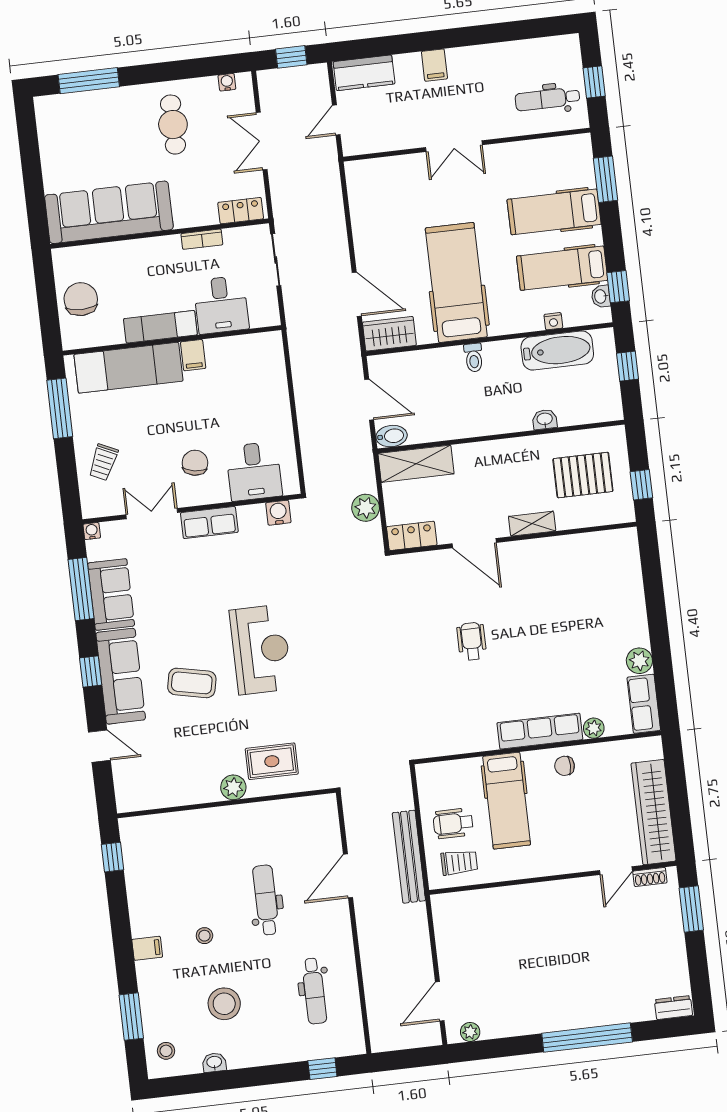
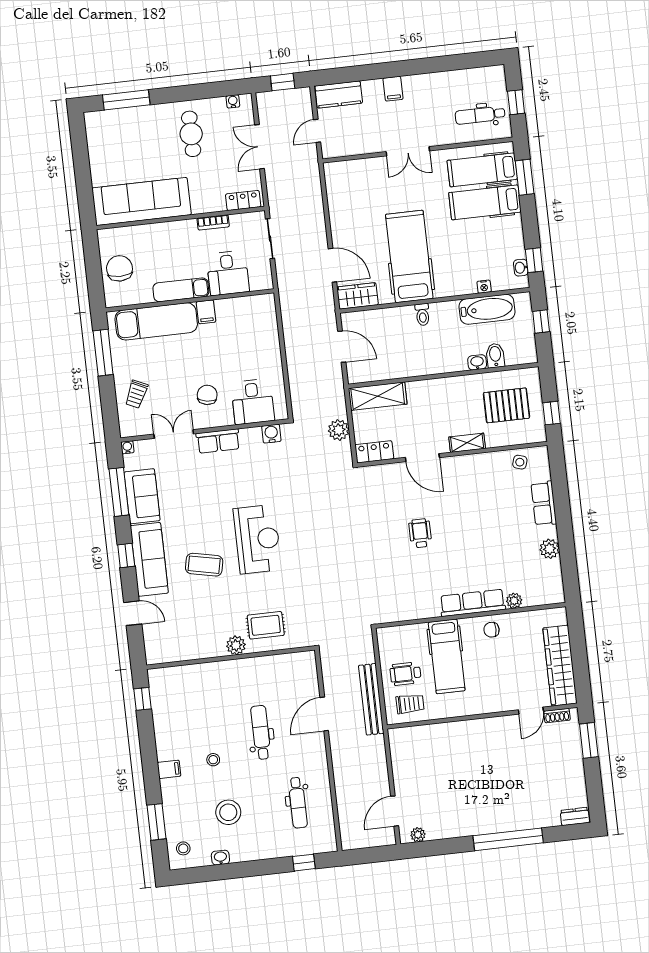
hospital bed: (562, 268) -> (482, 170), moved
bidet: (392, 436) -> (495, 356), moved, turned -90
side table: (601, 549) -> (520, 462), added
row of seats: (644, 704) -> (544, 503), moved

